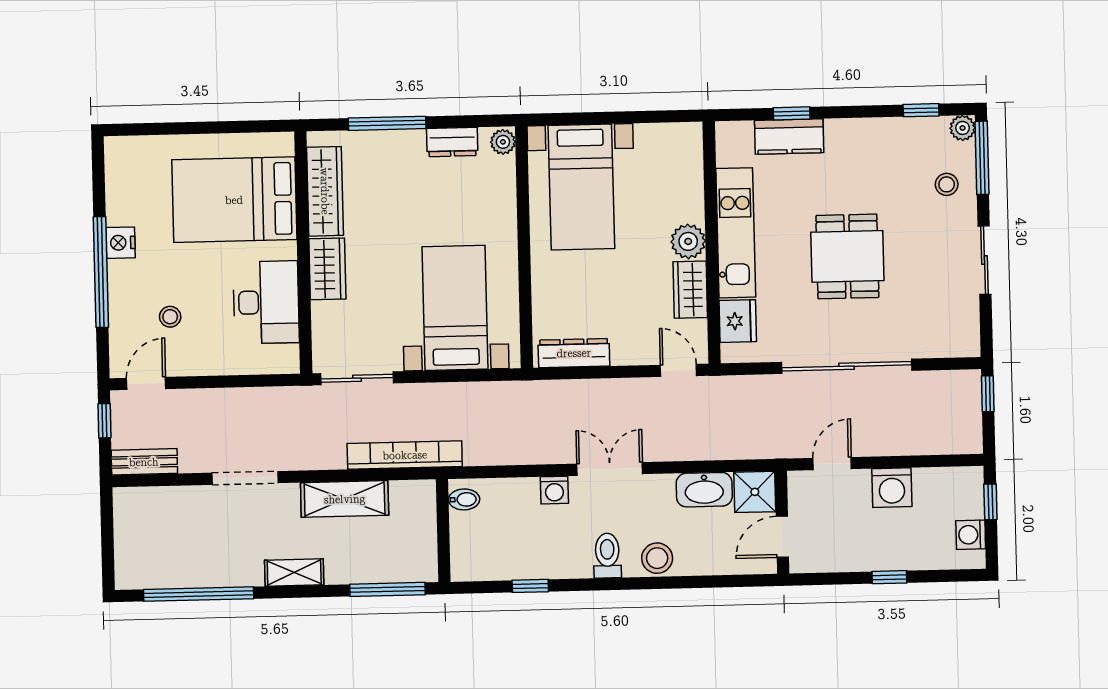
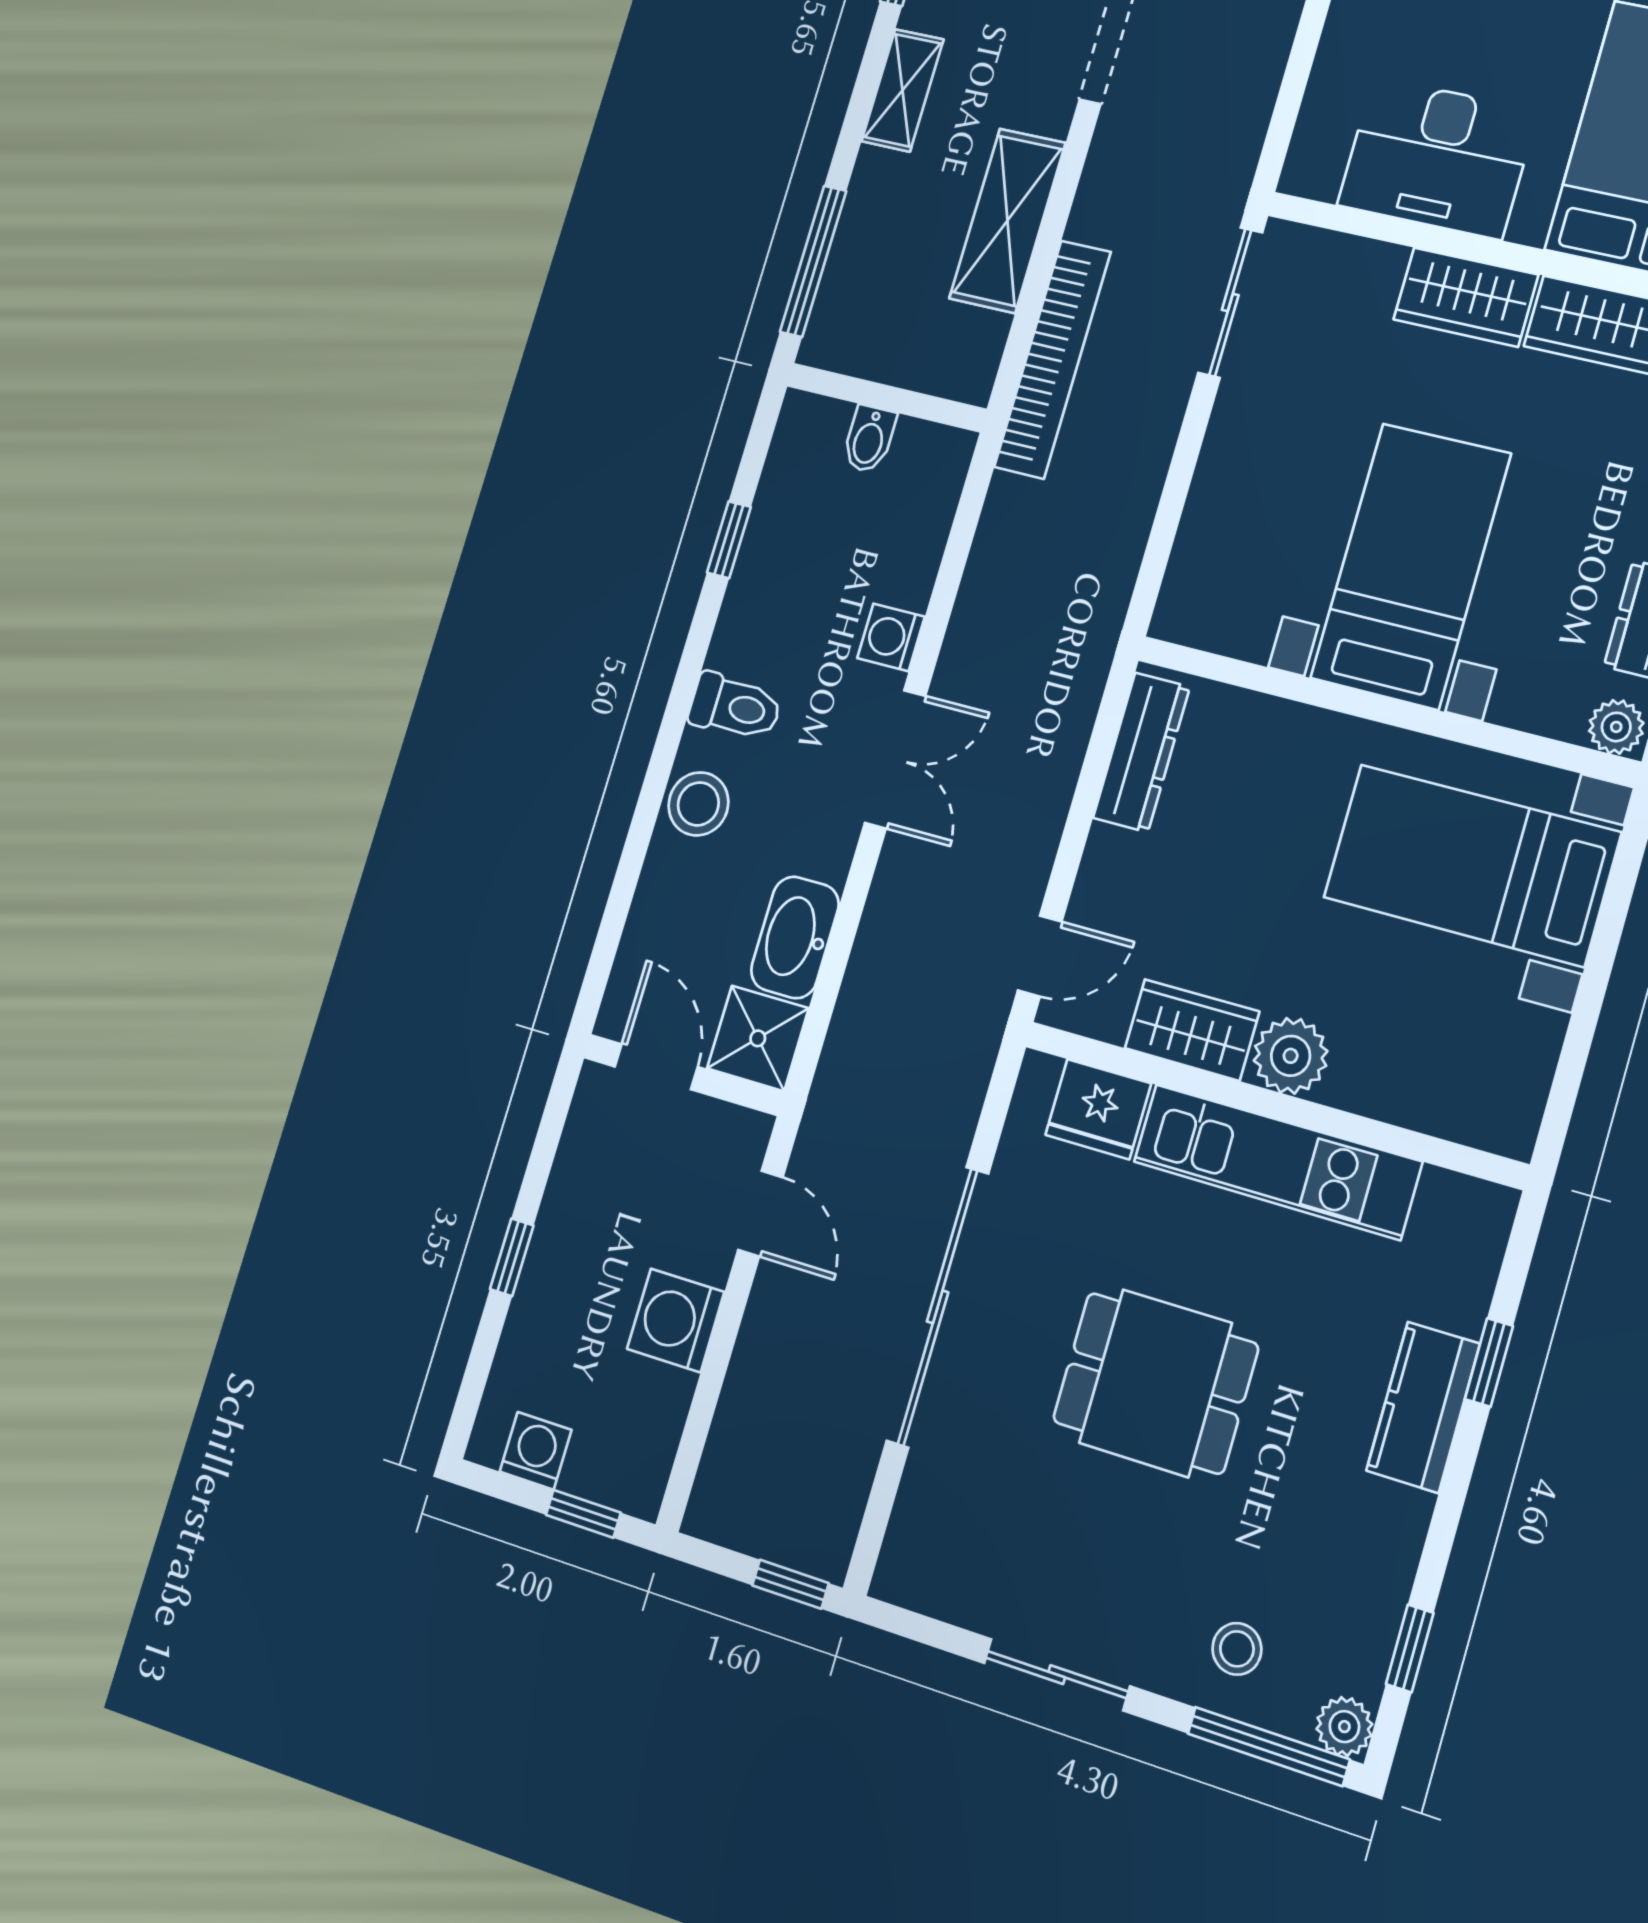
kitchen counter: (789, 137) -> (1423, 1407), moved
bed with nightstands: (455, 308) -> (1411, 566), moved, turned -90
bidet: (464, 499) -> (869, 439), moved

